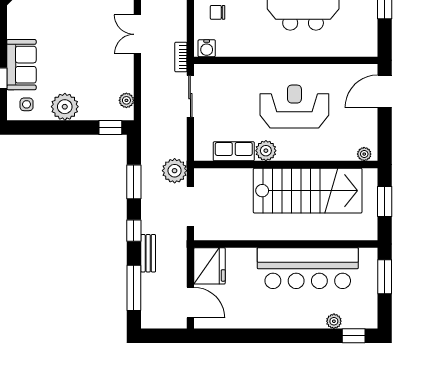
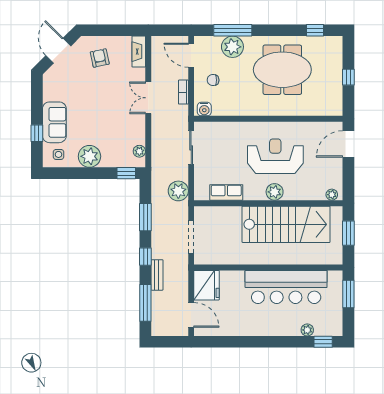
bookcase: (181, 57) -> (183, 92), moved
plant: (266, 151) -> (275, 192), moved
plant: (175, 171) -> (178, 191), moved

